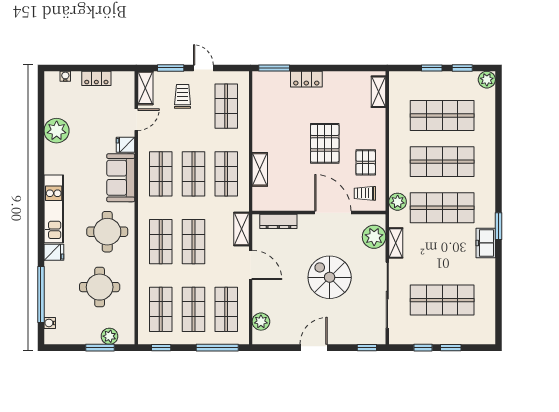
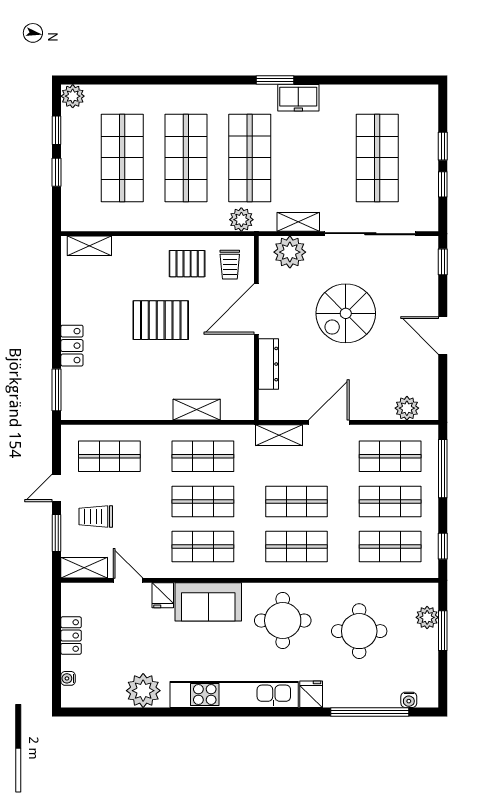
kitchen unit: (54, 209) -> (234, 695), width x1.36
dresser: (278, 221) -> (268, 364), moved

